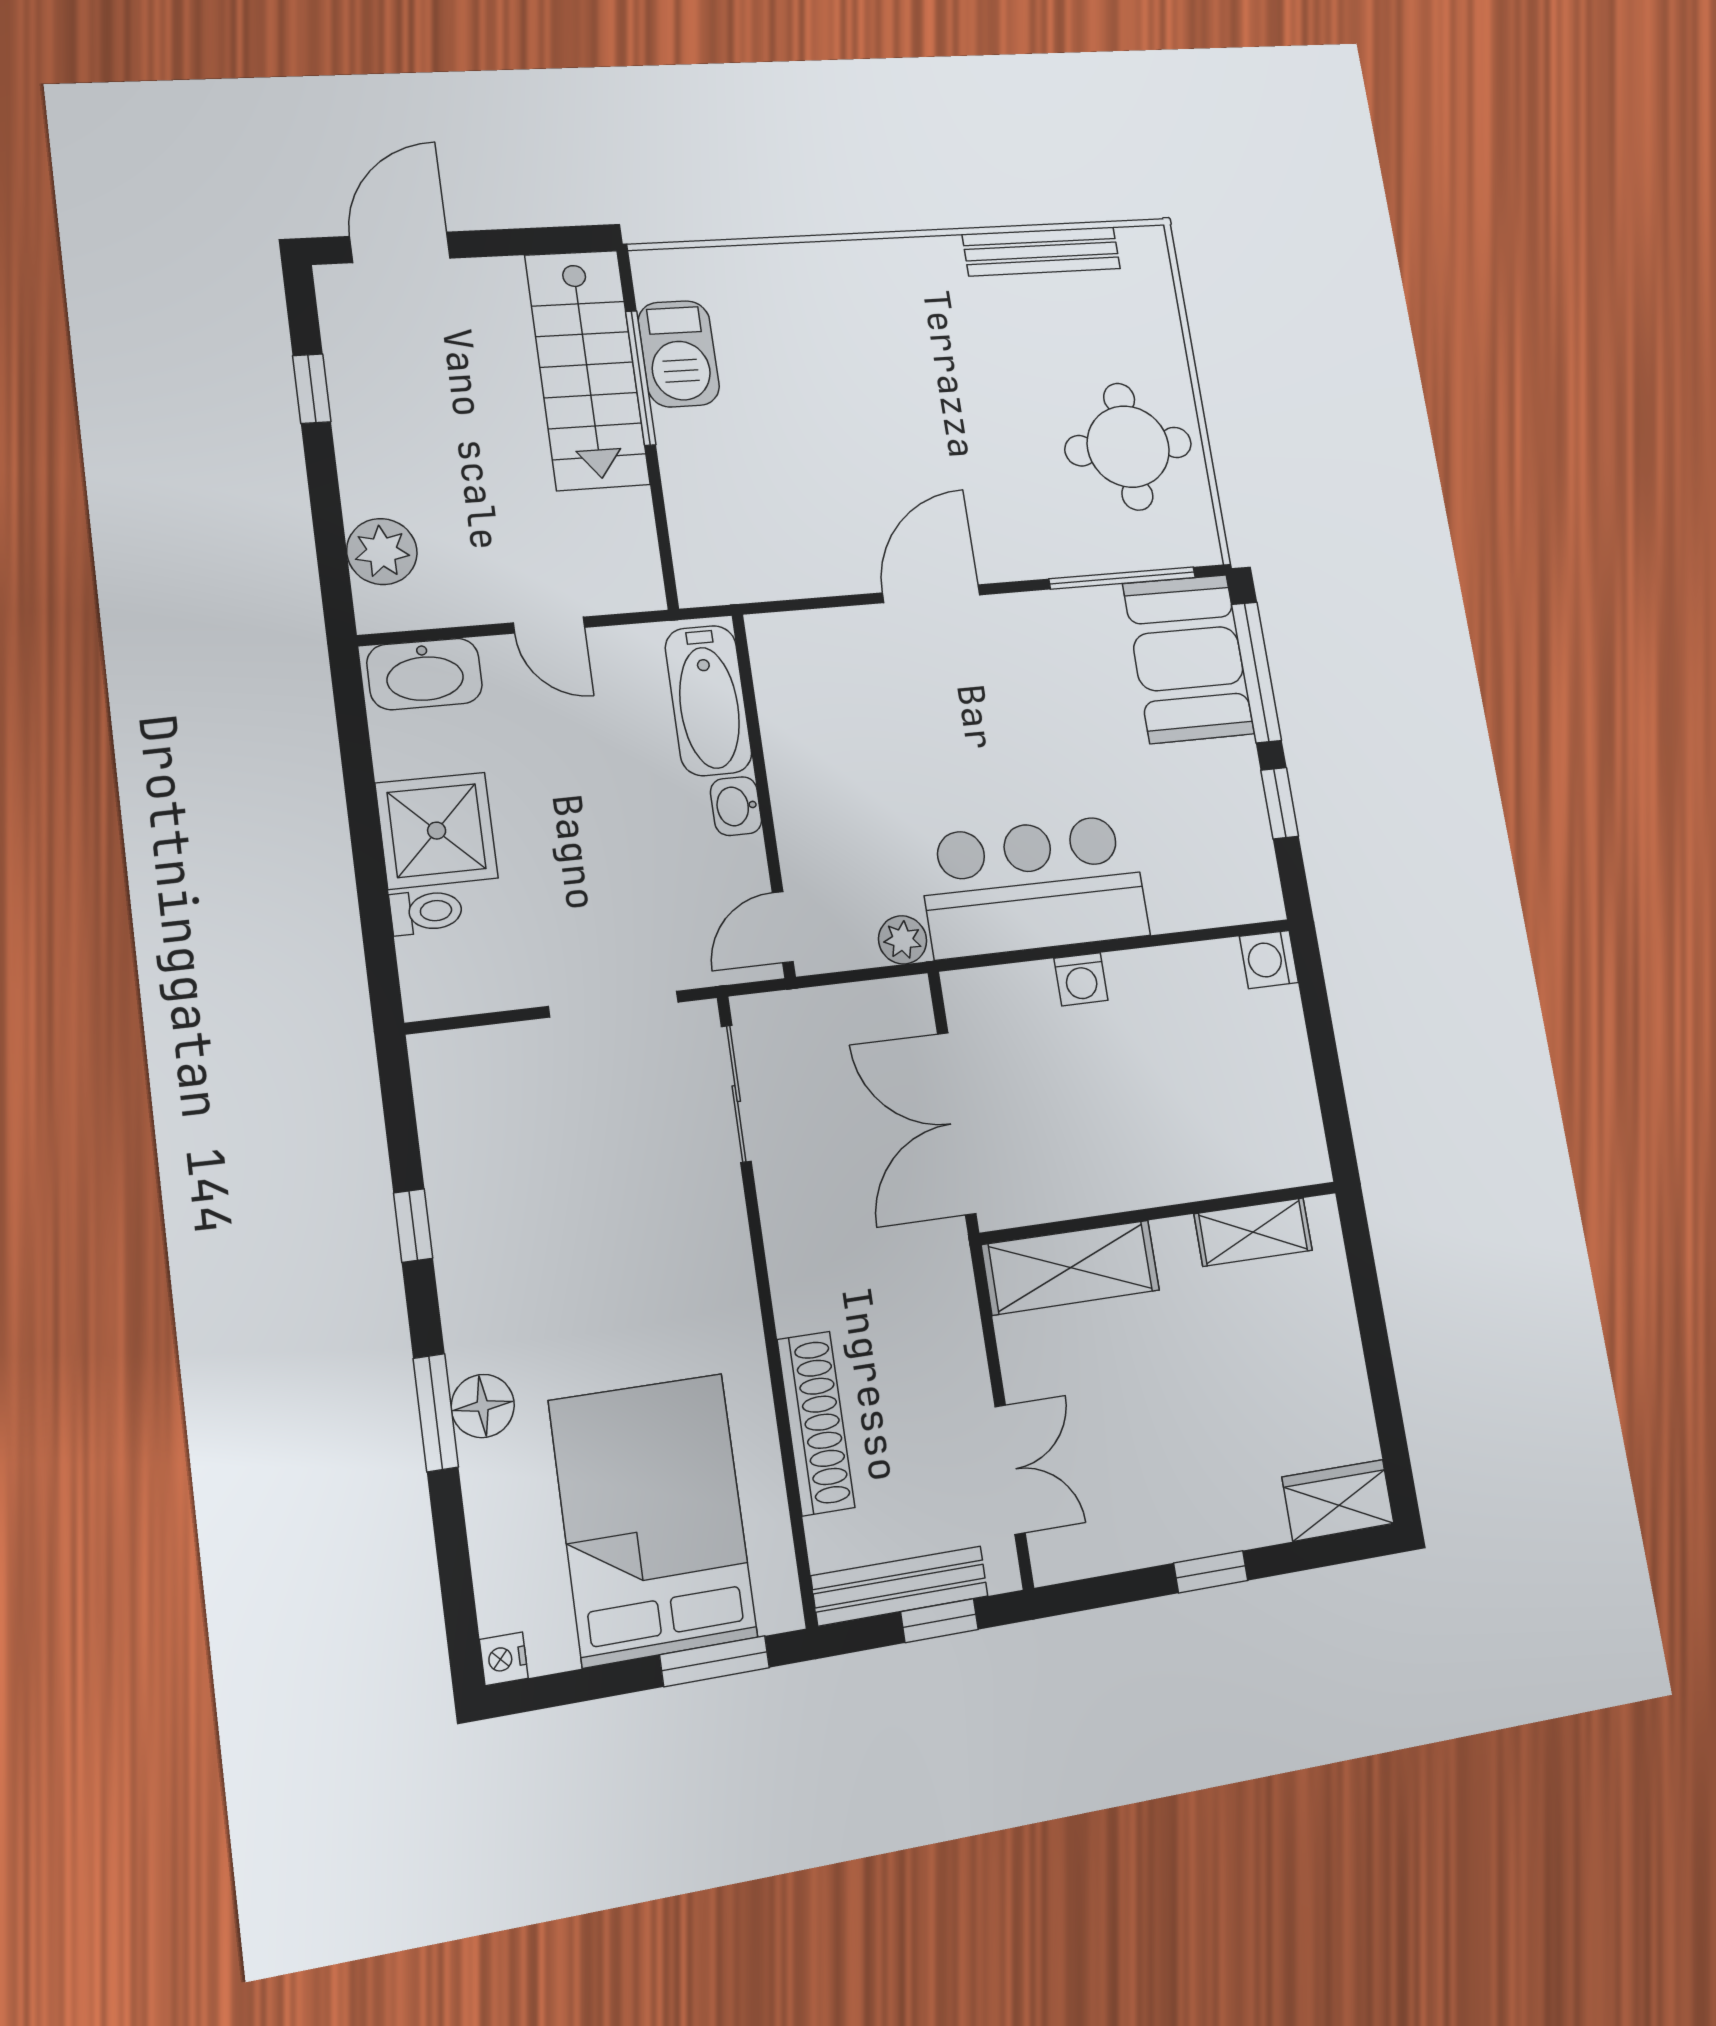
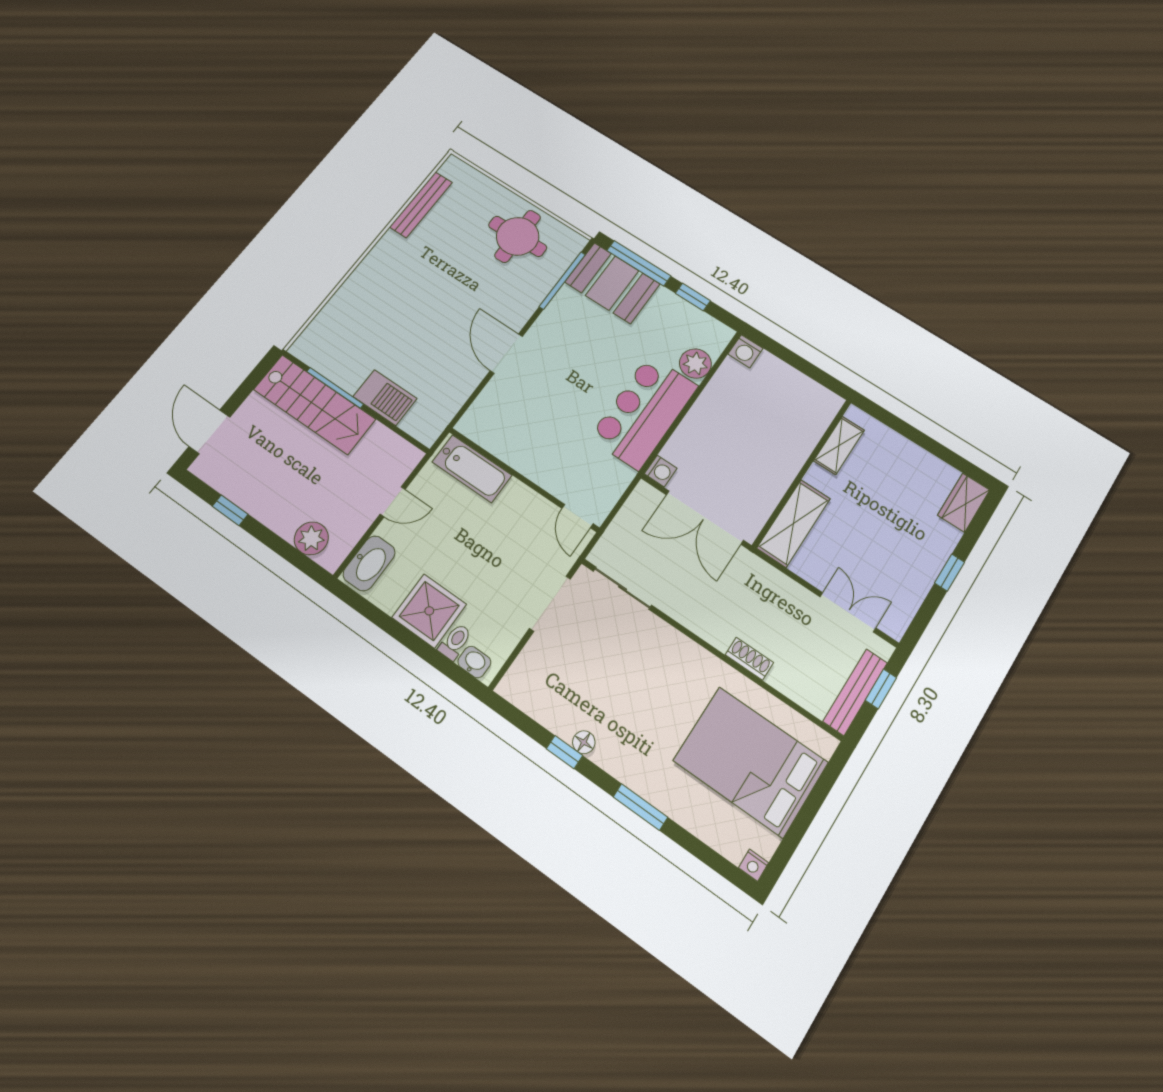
barbecue: (679, 354) -> (385, 398), moved
washbasin: (736, 806) -> (474, 662), moved, turned 180
plant: (903, 940) -> (695, 363), moved, width x1.38, depth x1.38
washing machine: (1081, 979) -> (661, 471), moved
floor lamp: (483, 1406) -> (584, 742), moved, width x0.73, depth x0.73
shoe rack: (816, 1423) -> (749, 659), width x0.51, depth x0.81
window: (715, 1661) -> (823, 787), removed

